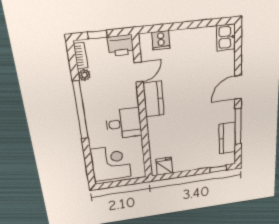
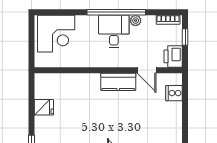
plant: (84, 75) -> (136, 21), moved
desk: (124, 123) -> (114, 31), moved, turned 180
fridge: (164, 166) -> (44, 107), moved

